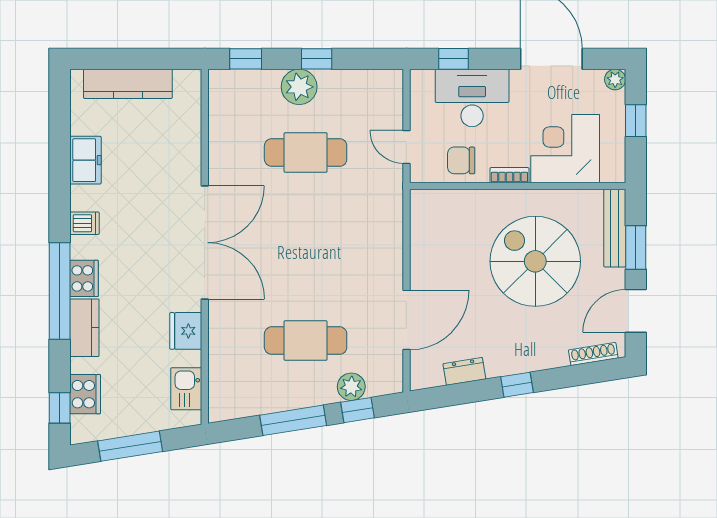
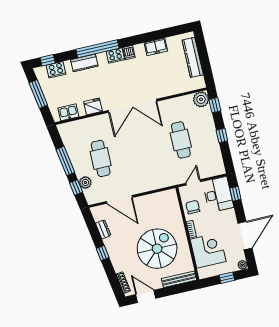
plant: (299, 87) -> (201, 99), moved
desk: (472, 98) -> (218, 195), moved
window: (636, 247) -> (173, 290), removed
cooker: (84, 278) -> (115, 56), moved

